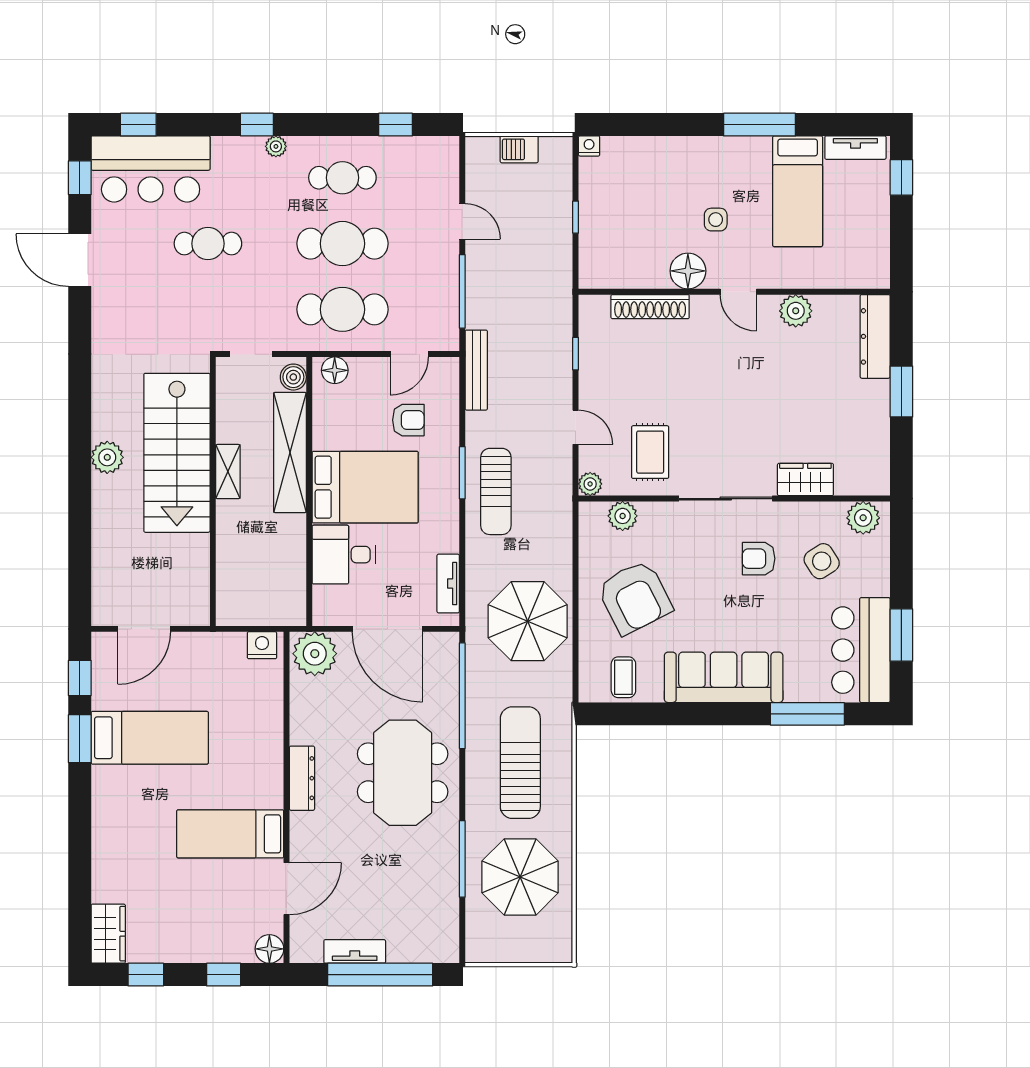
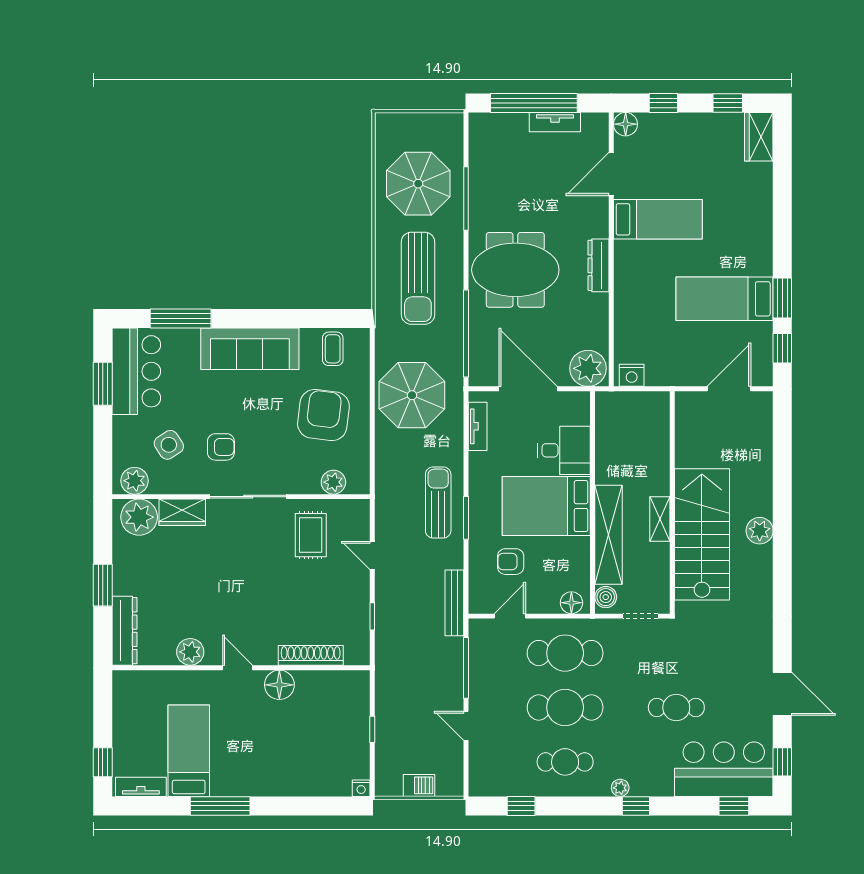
side table: (716, 220) -> (256, 727), removed
plant: (590, 484) -> (139, 517), moved, width x1.88, depth x1.88
armchair: (635, 597) -> (323, 415), turned 34
meeting table: (403, 773) -> (515, 270), turned 90

